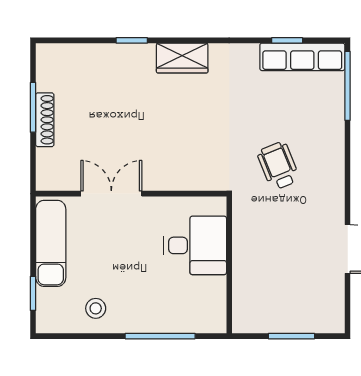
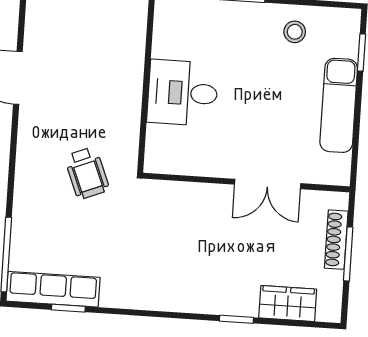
wardrobe: (182, 58) -> (288, 304), moved
double door: (111, 194) -> (268, 184), moved
wall: (131, 194) -> (246, 183), moved

